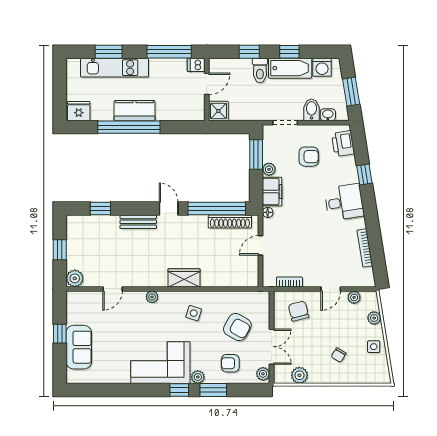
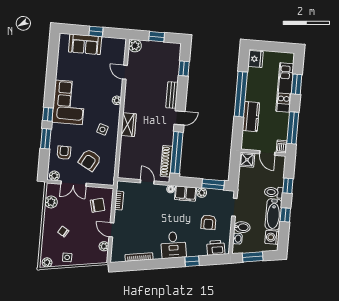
kitchen counter: (135, 111) -> (251, 117), moved
plant: (374, 318) -> (47, 262), moved
plant: (198, 377) -> (56, 128), removed

